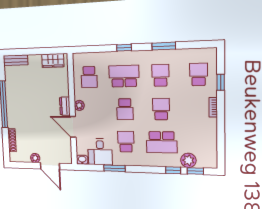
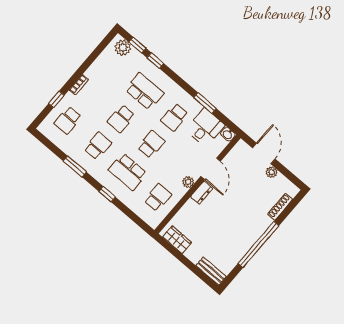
school desk: (160, 75) -> (98, 146), turned 180
plant: (188, 160) -> (123, 48), moved

